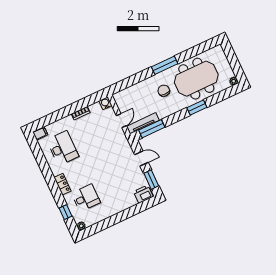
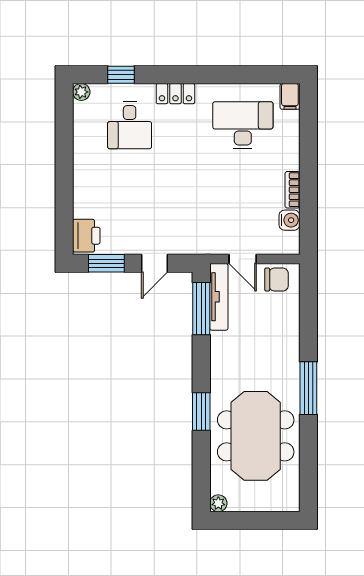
chair: (164, 91) -> (277, 280), moved
water cooler: (105, 103) -> (289, 220), moved
desk: (63, 148) -> (243, 125), turned 180

